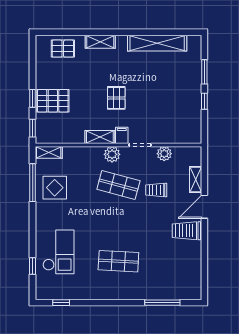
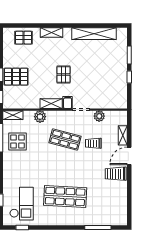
plant: (112, 154) -> (40, 117), moved
checkout: (58, 252) -> (21, 204), moved
shop shelf: (118, 261) -> (65, 196), width x1.43, depth x1.36

